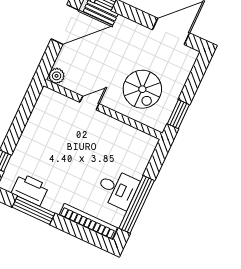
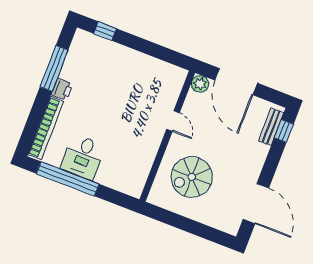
door: (65, 24) -> (236, 82), moved
window: (178, 114) -> (167, 217), removed
printer: (30, 189) -> (62, 89), moved, width x0.53, depth x0.68

